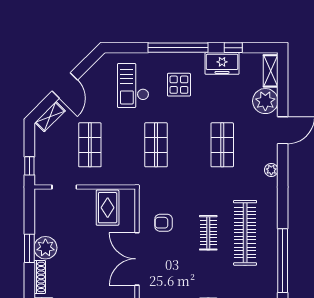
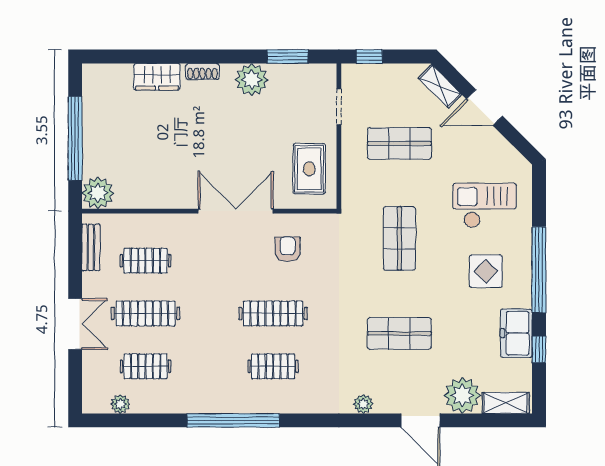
shop shelf: (156, 145) -> (399, 238), turned 90
rug: (108, 208) -> (309, 169), turned 90
clothes rail: (208, 233) -> (273, 313), width x1.36
clothes rail: (245, 233) -> (273, 366), width x0.54, depth x0.76
window: (29, 248) -> (288, 57), moved
shoe rack: (40, 277) -> (202, 71), width x0.70

